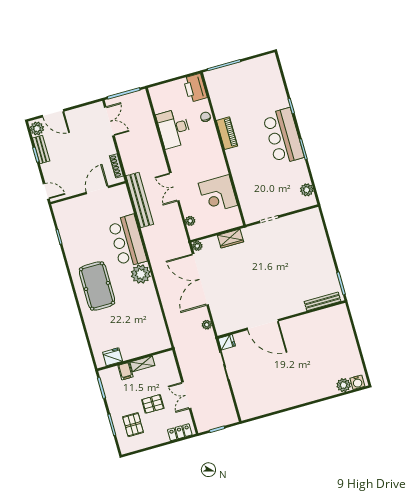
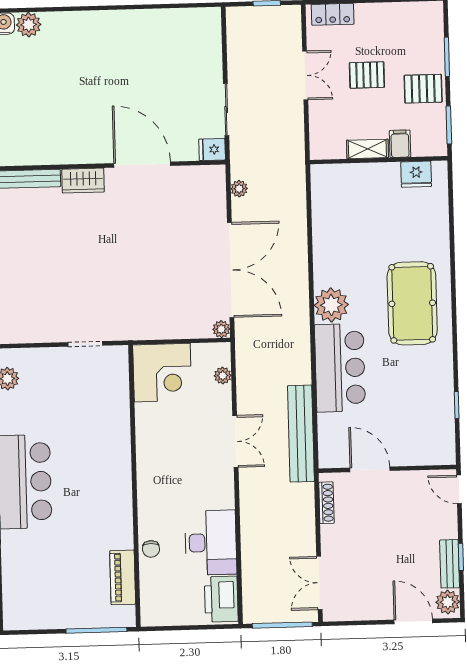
printer: (195, 88) -> (221, 599), moved, turned 180
piano: (227, 133) -> (123, 577), moved
door: (97, 190) -> (370, 469), swing flipped
corner desk: (218, 194) -> (162, 373), moved, turned 90
wardrobe: (230, 239) -> (83, 181), moved, turned 180
pallet: (133, 425) -> (423, 89), moved, turned 90

